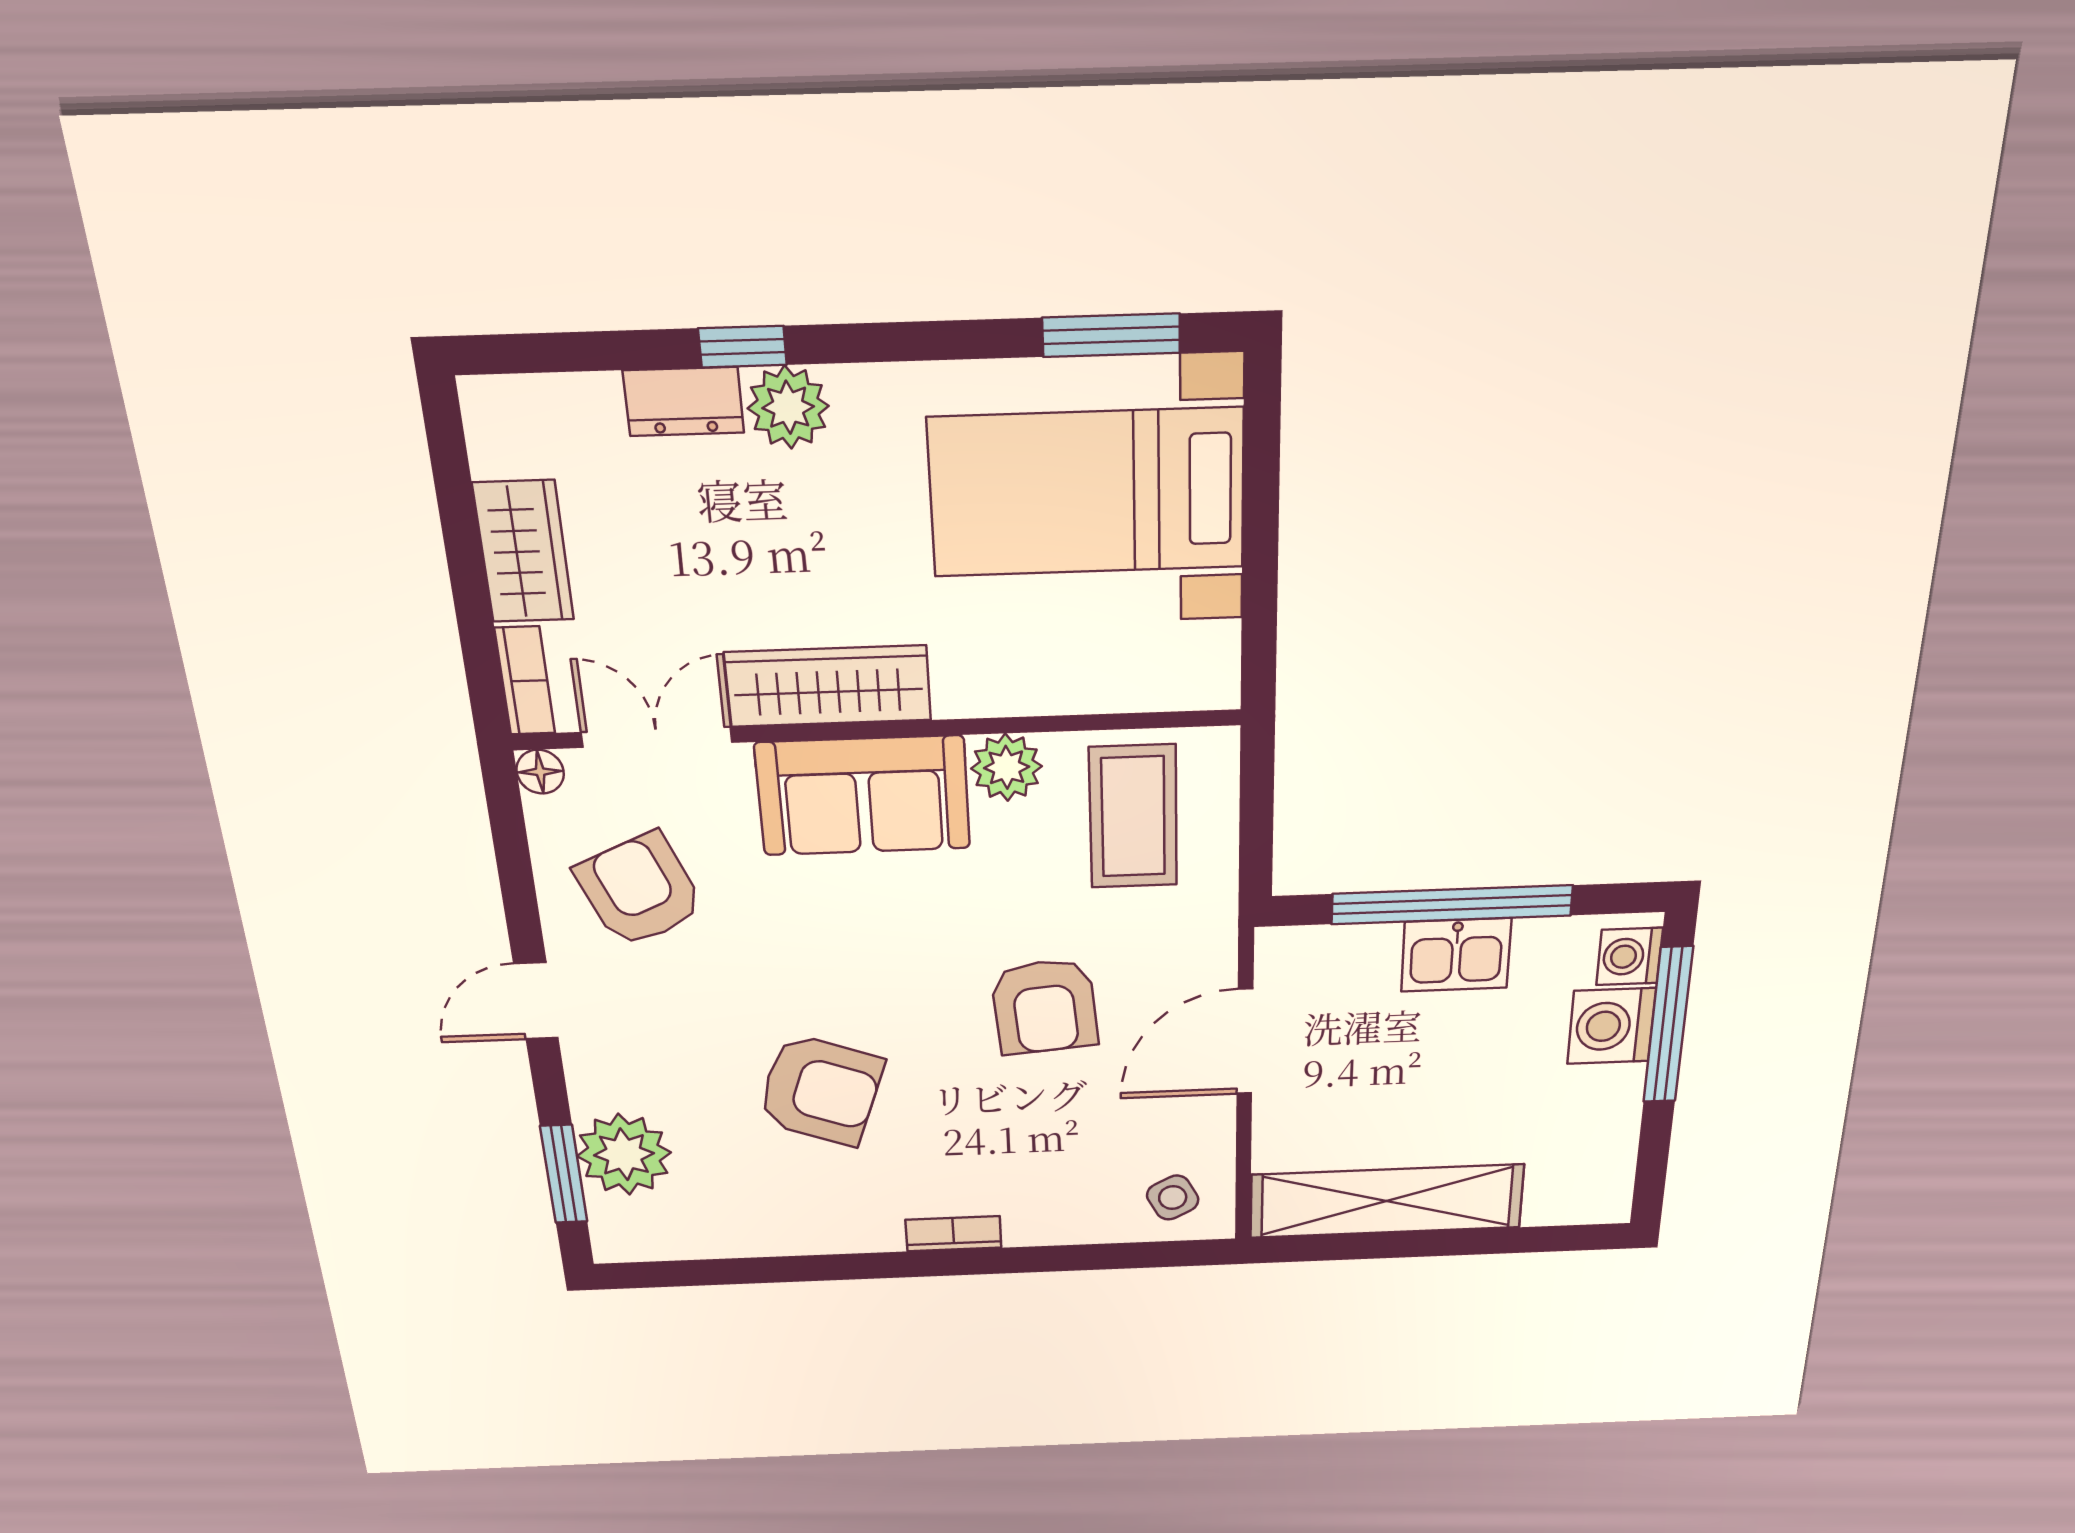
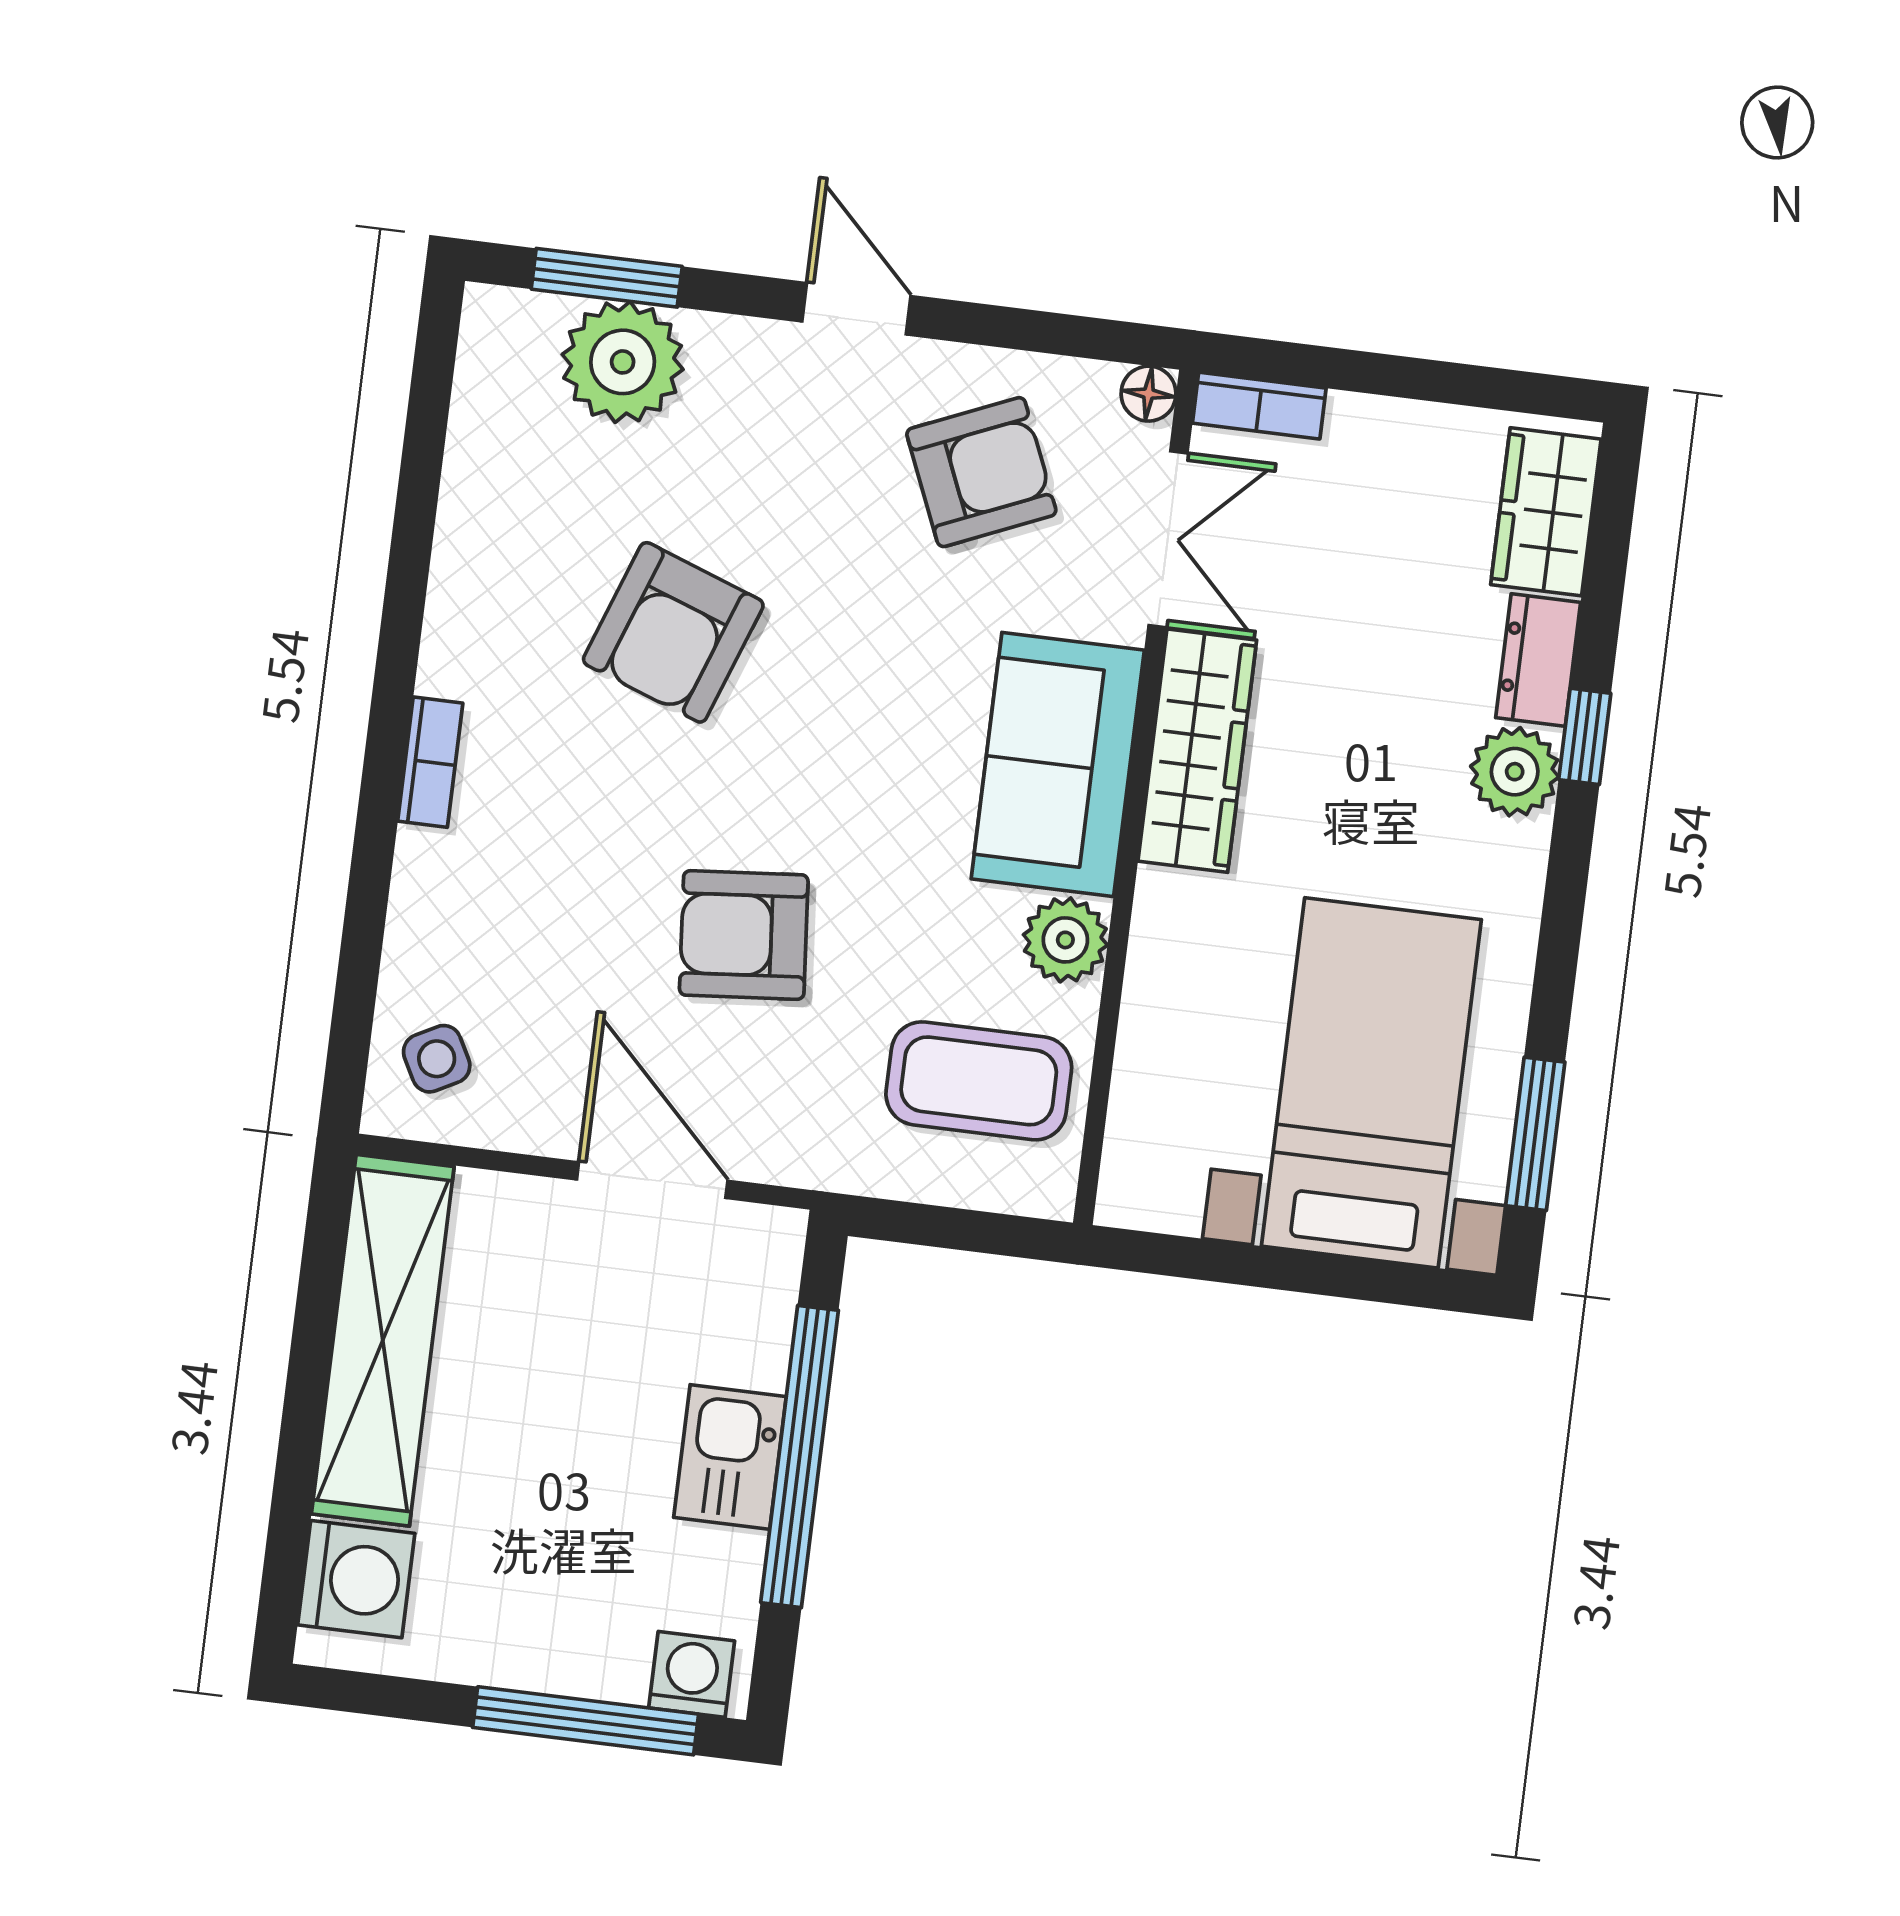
wardrobe: (523, 552) -> (1546, 512), moved, turned 90
washing machine: (1611, 1026) -> (356, 1579), moved, turned 90

